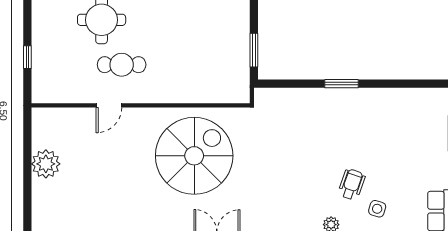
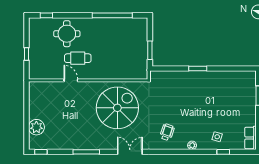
door: (109, 105) -> (71, 80), swing flipped
plant: (46, 164) -> (36, 127), moved
wheelchair: (352, 184) -> (167, 132), moved

